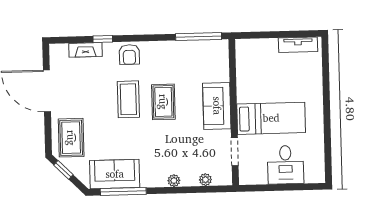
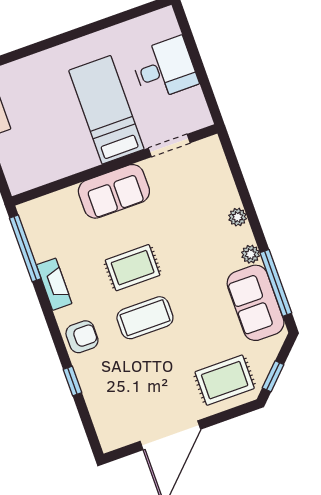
fireplace: (85, 50) -> (54, 284), moved
plant: (205, 180) -> (251, 254), moved

